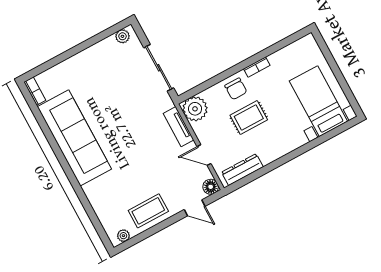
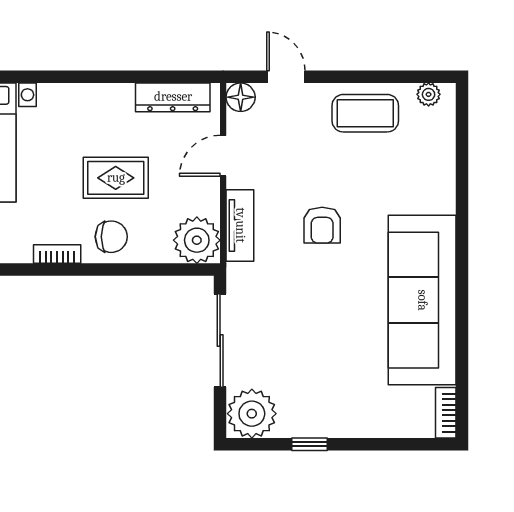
plant: (122, 36) -> (252, 414), width x1.87, depth x1.87
window: (91, 42) -> (309, 444), added
chair: (236, 89) -> (111, 237), turned 90
armchair: (140, 148) -> (322, 225), added
door: (204, 155) -> (223, 156), swing flipped

